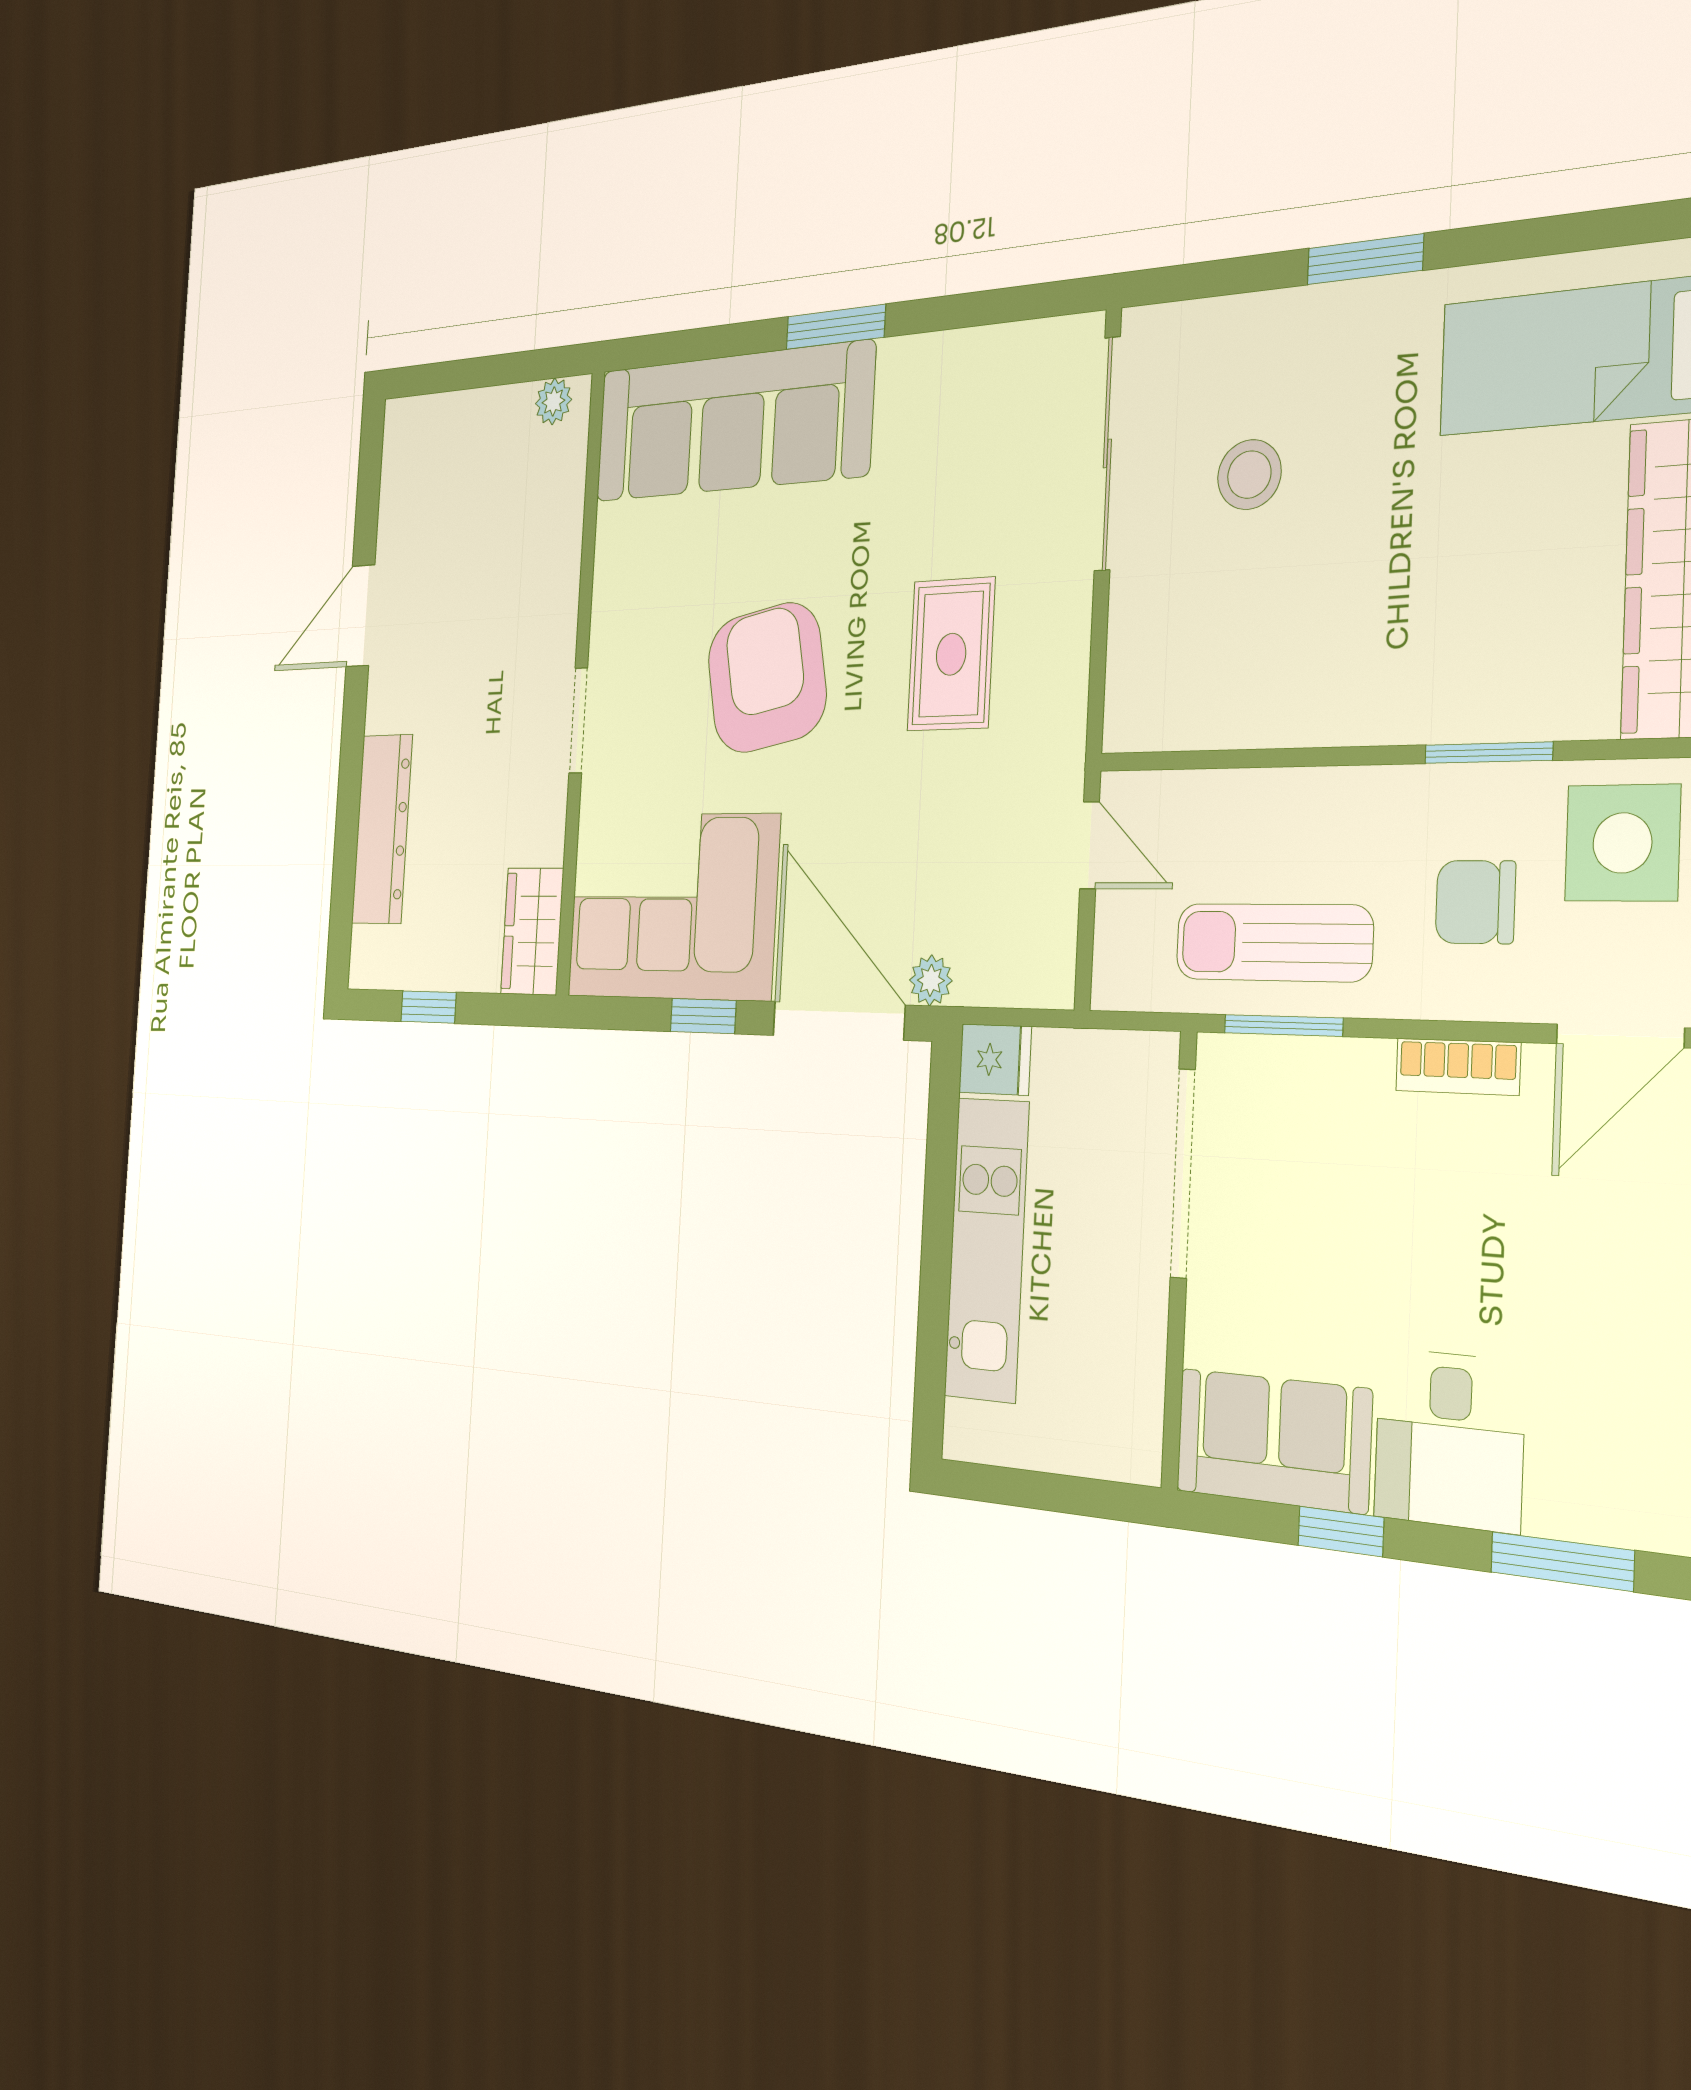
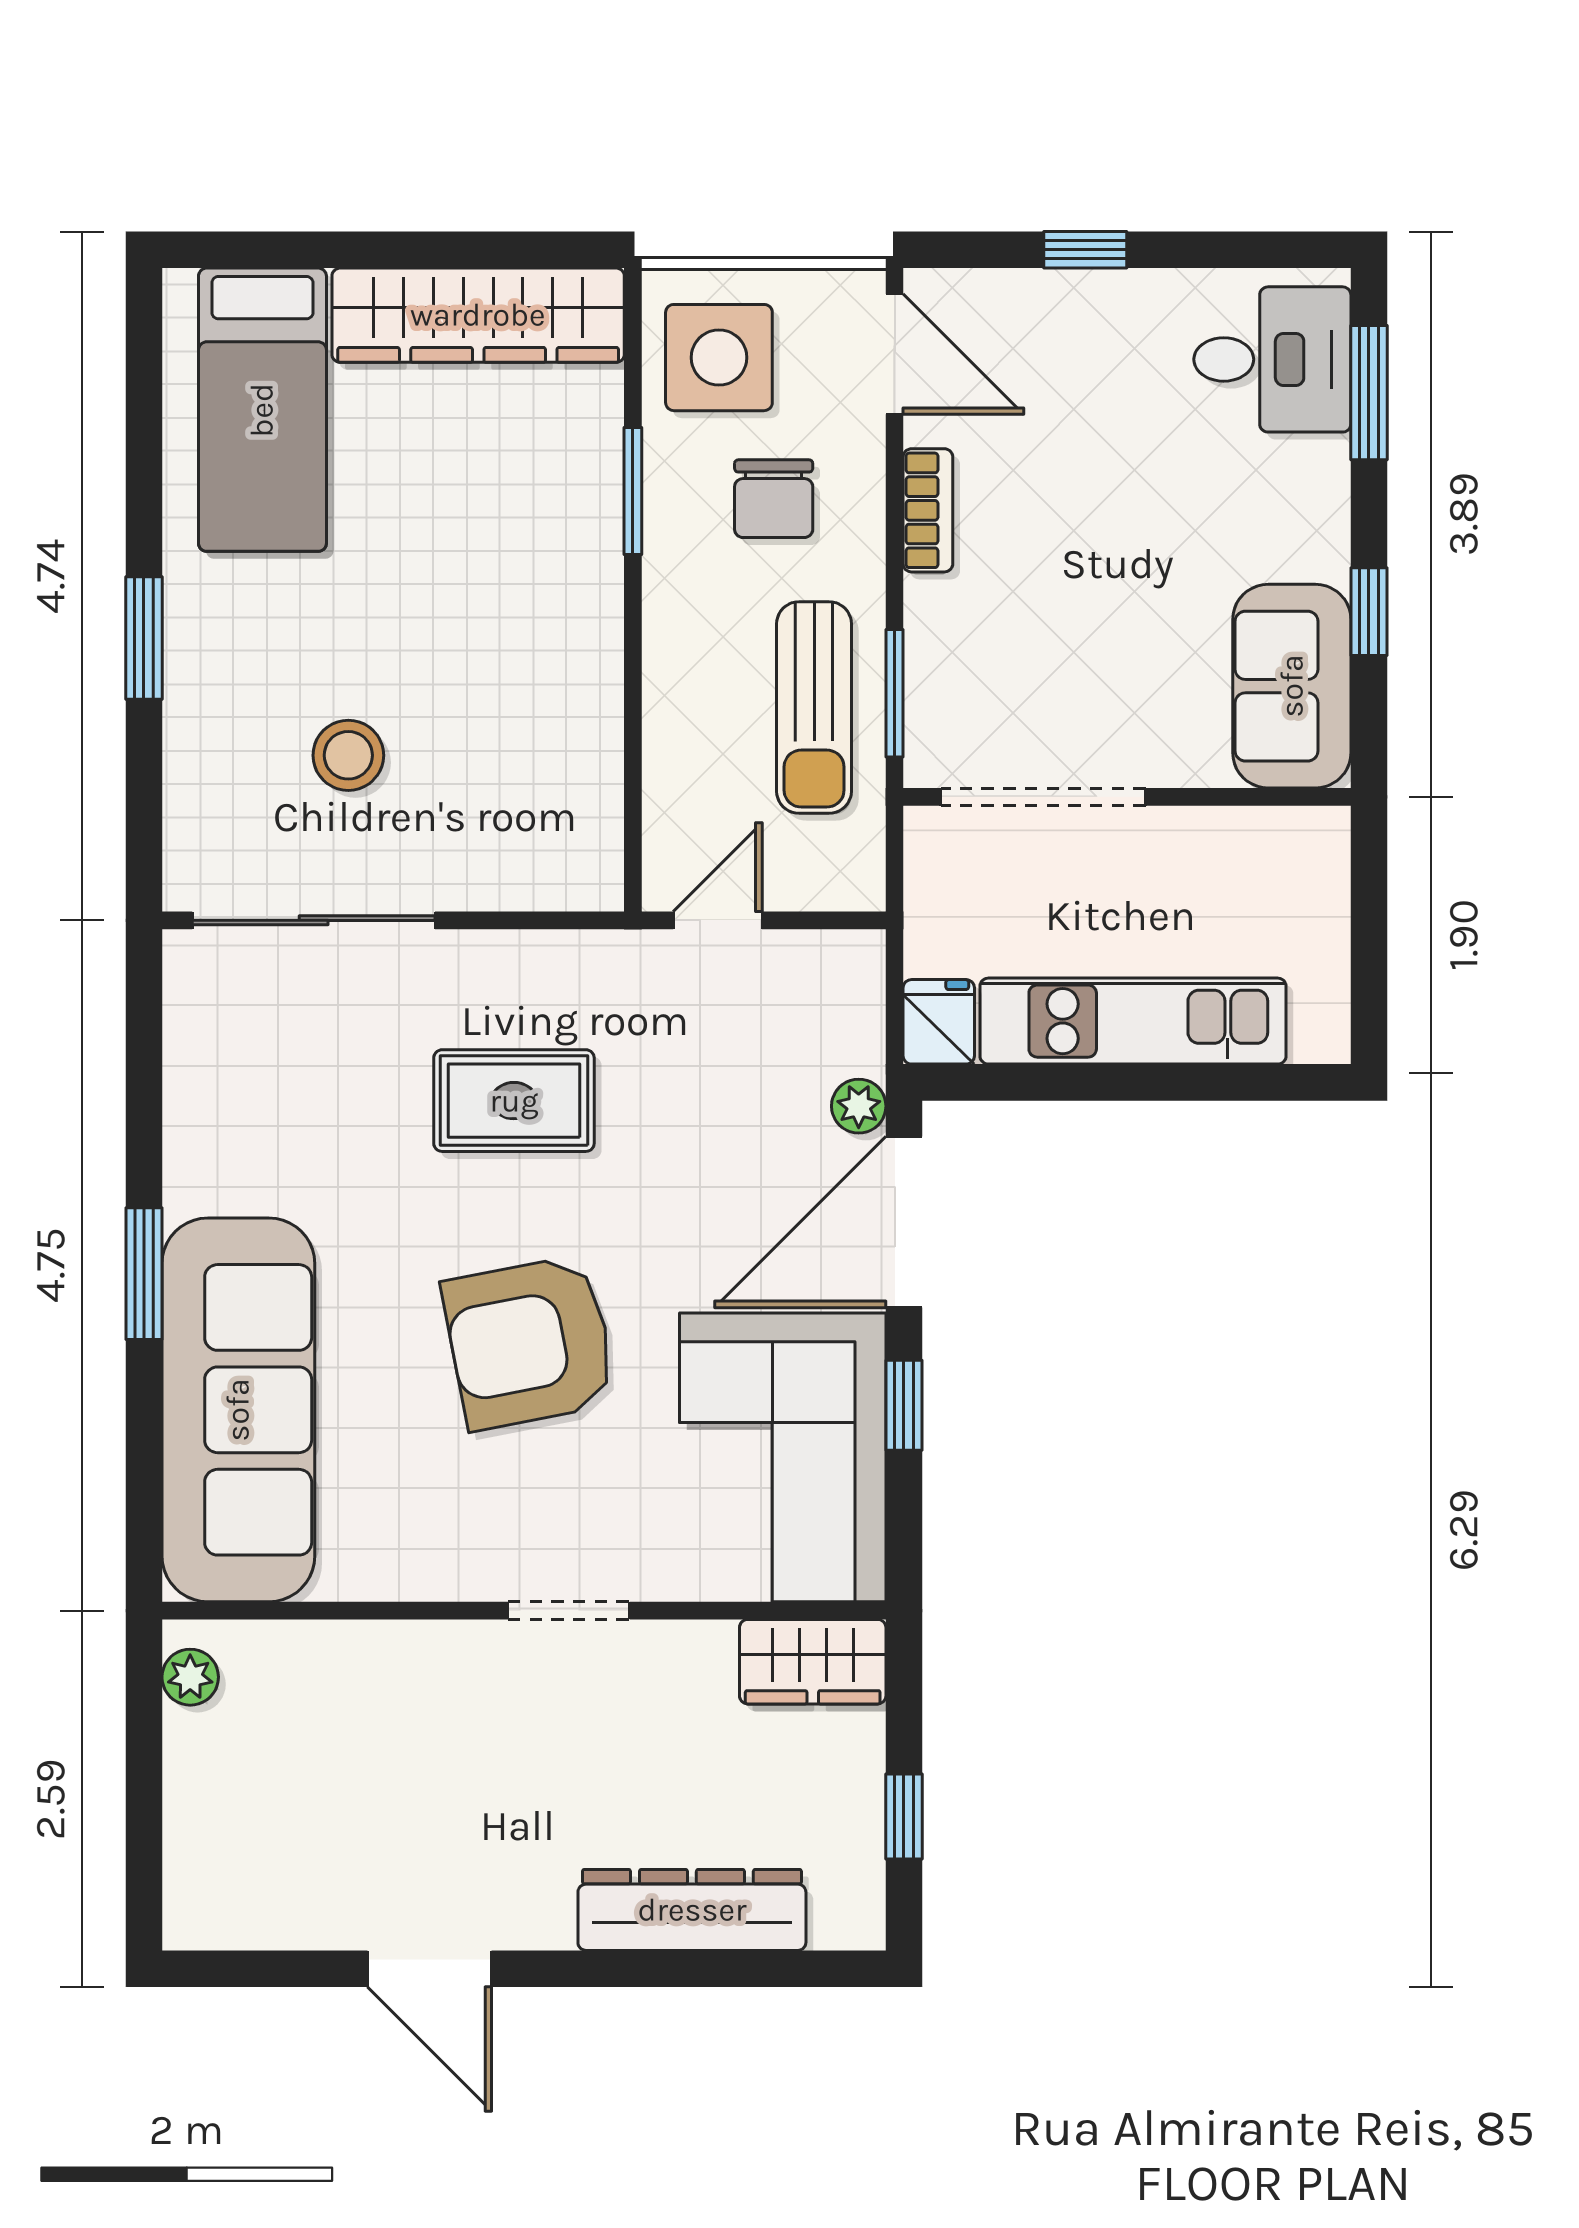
desk: (1449, 1440) -> (1272, 359), moved

